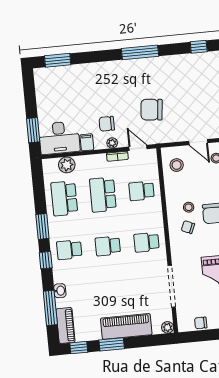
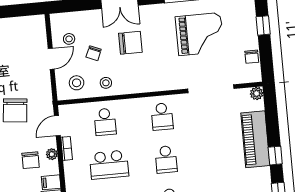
stool: (189, 207) -> (106, 83), moved
chair: (188, 227) -> (94, 53), moved
window: (112, 344) -> (275, 156), width x0.67

